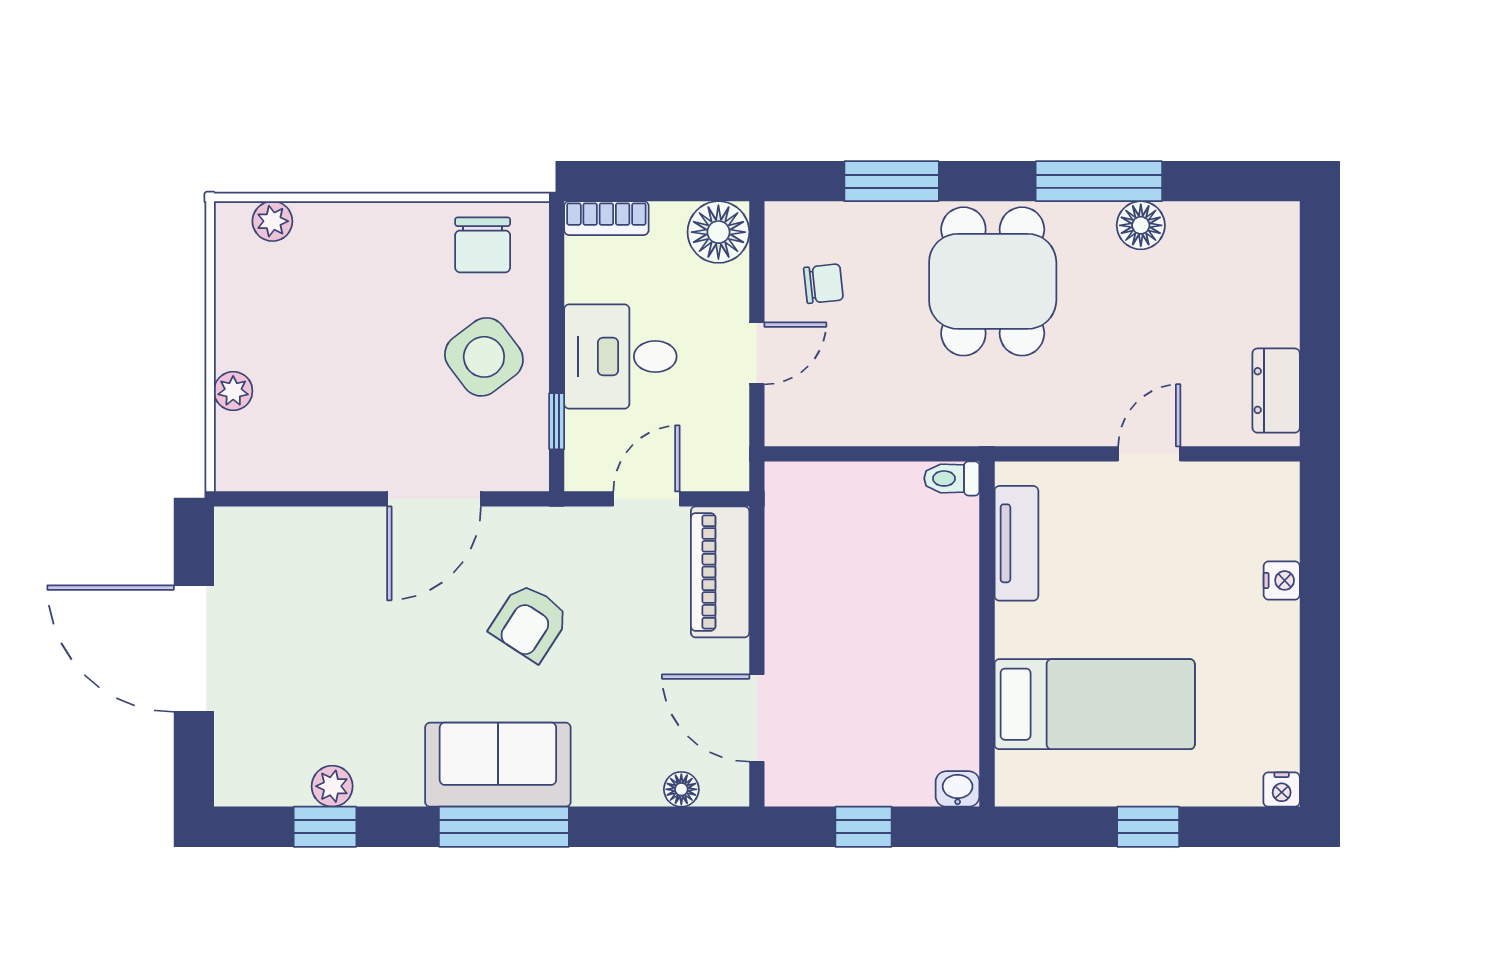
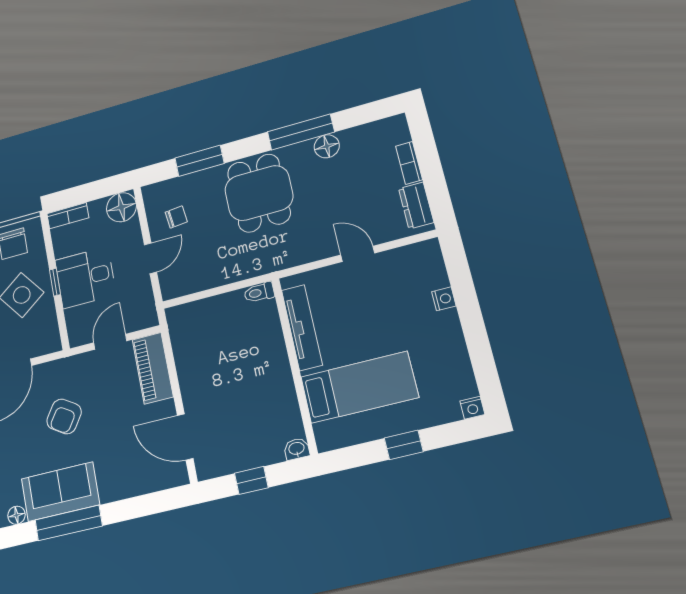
bookcase: (1283, 304) -> (409, 163), added
window: (557, 421) -> (55, 282), moved
door: (1149, 454) -> (358, 254), hinge flipped
tv unit: (1016, 543) -> (302, 327), width x1.41
floor lamp: (681, 789) -> (17, 515), moved

